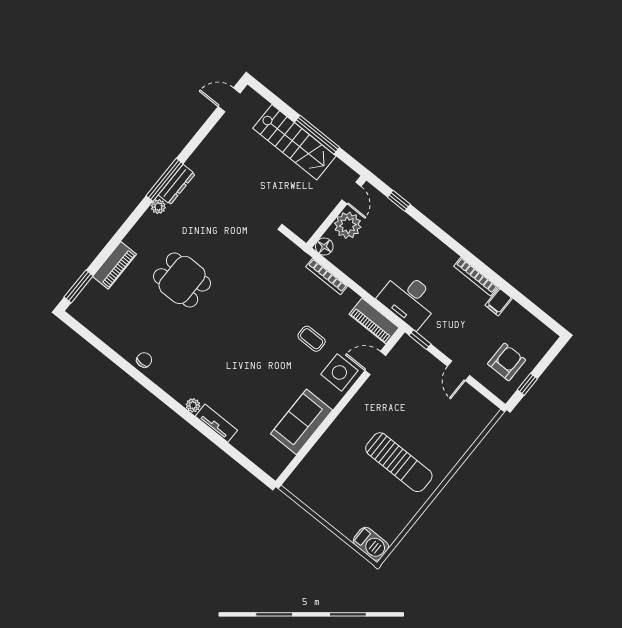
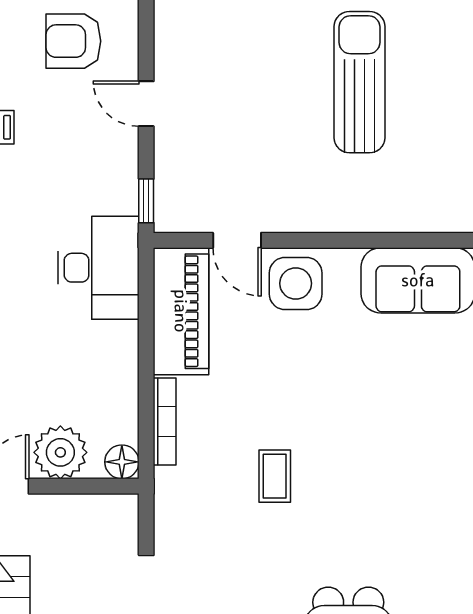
piano: (374, 321) -> (181, 311), width x1.37, depth x1.33
coffee table: (312, 339) -> (275, 476), moved
door: (458, 371) -> (146, 104), swing flipped

